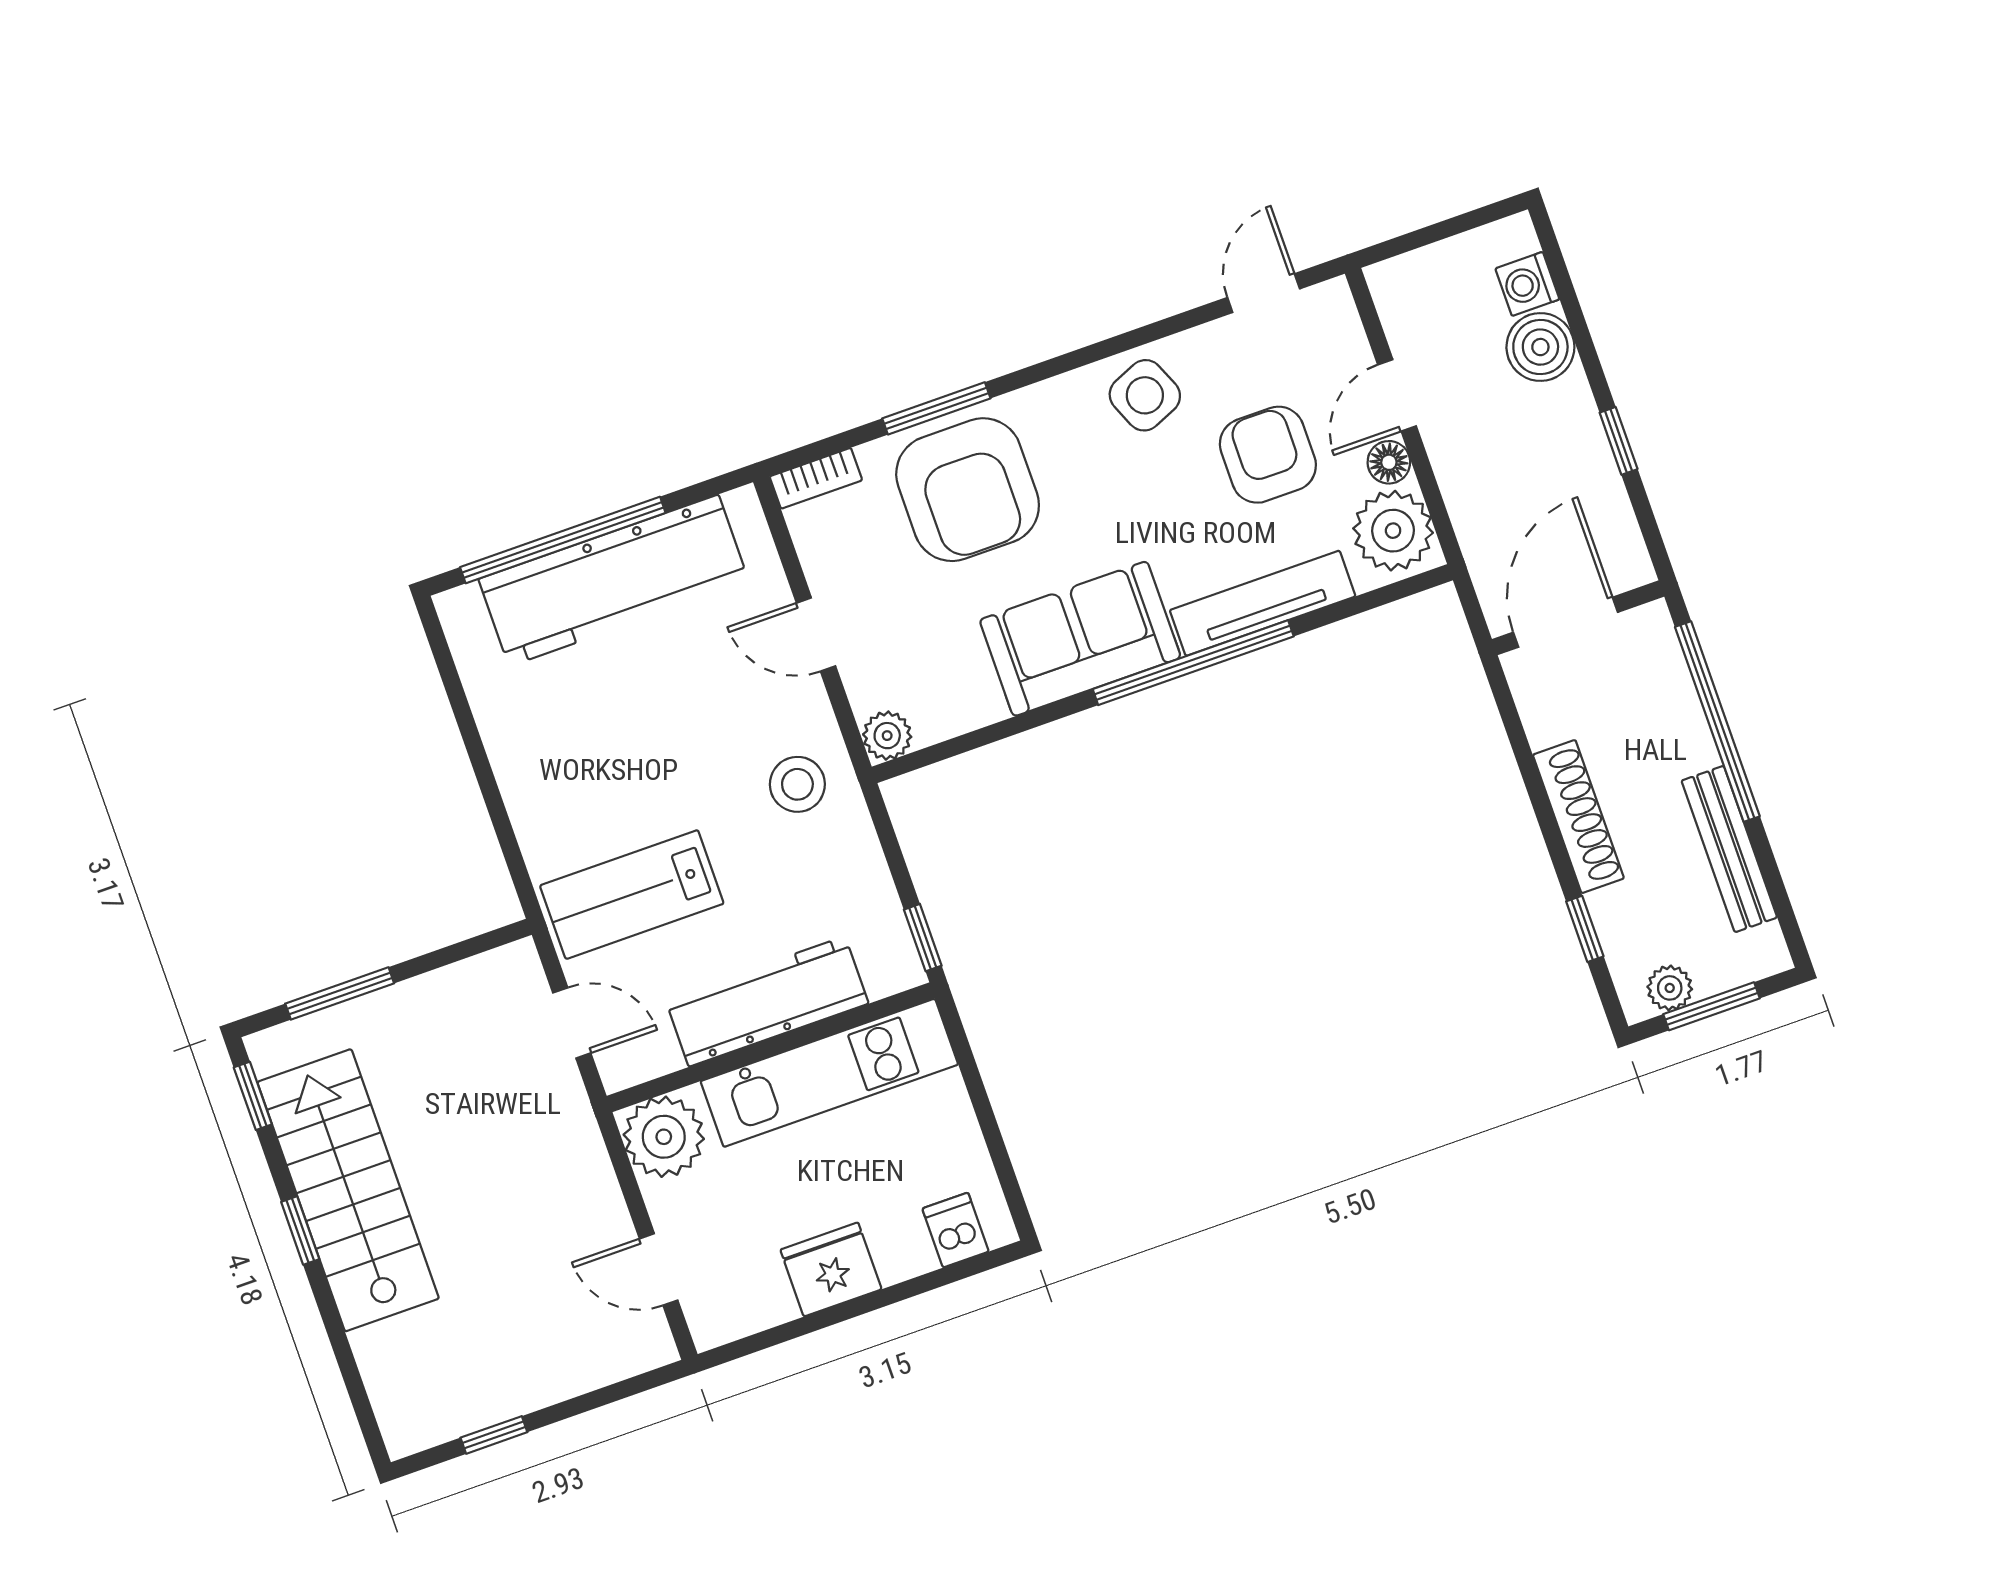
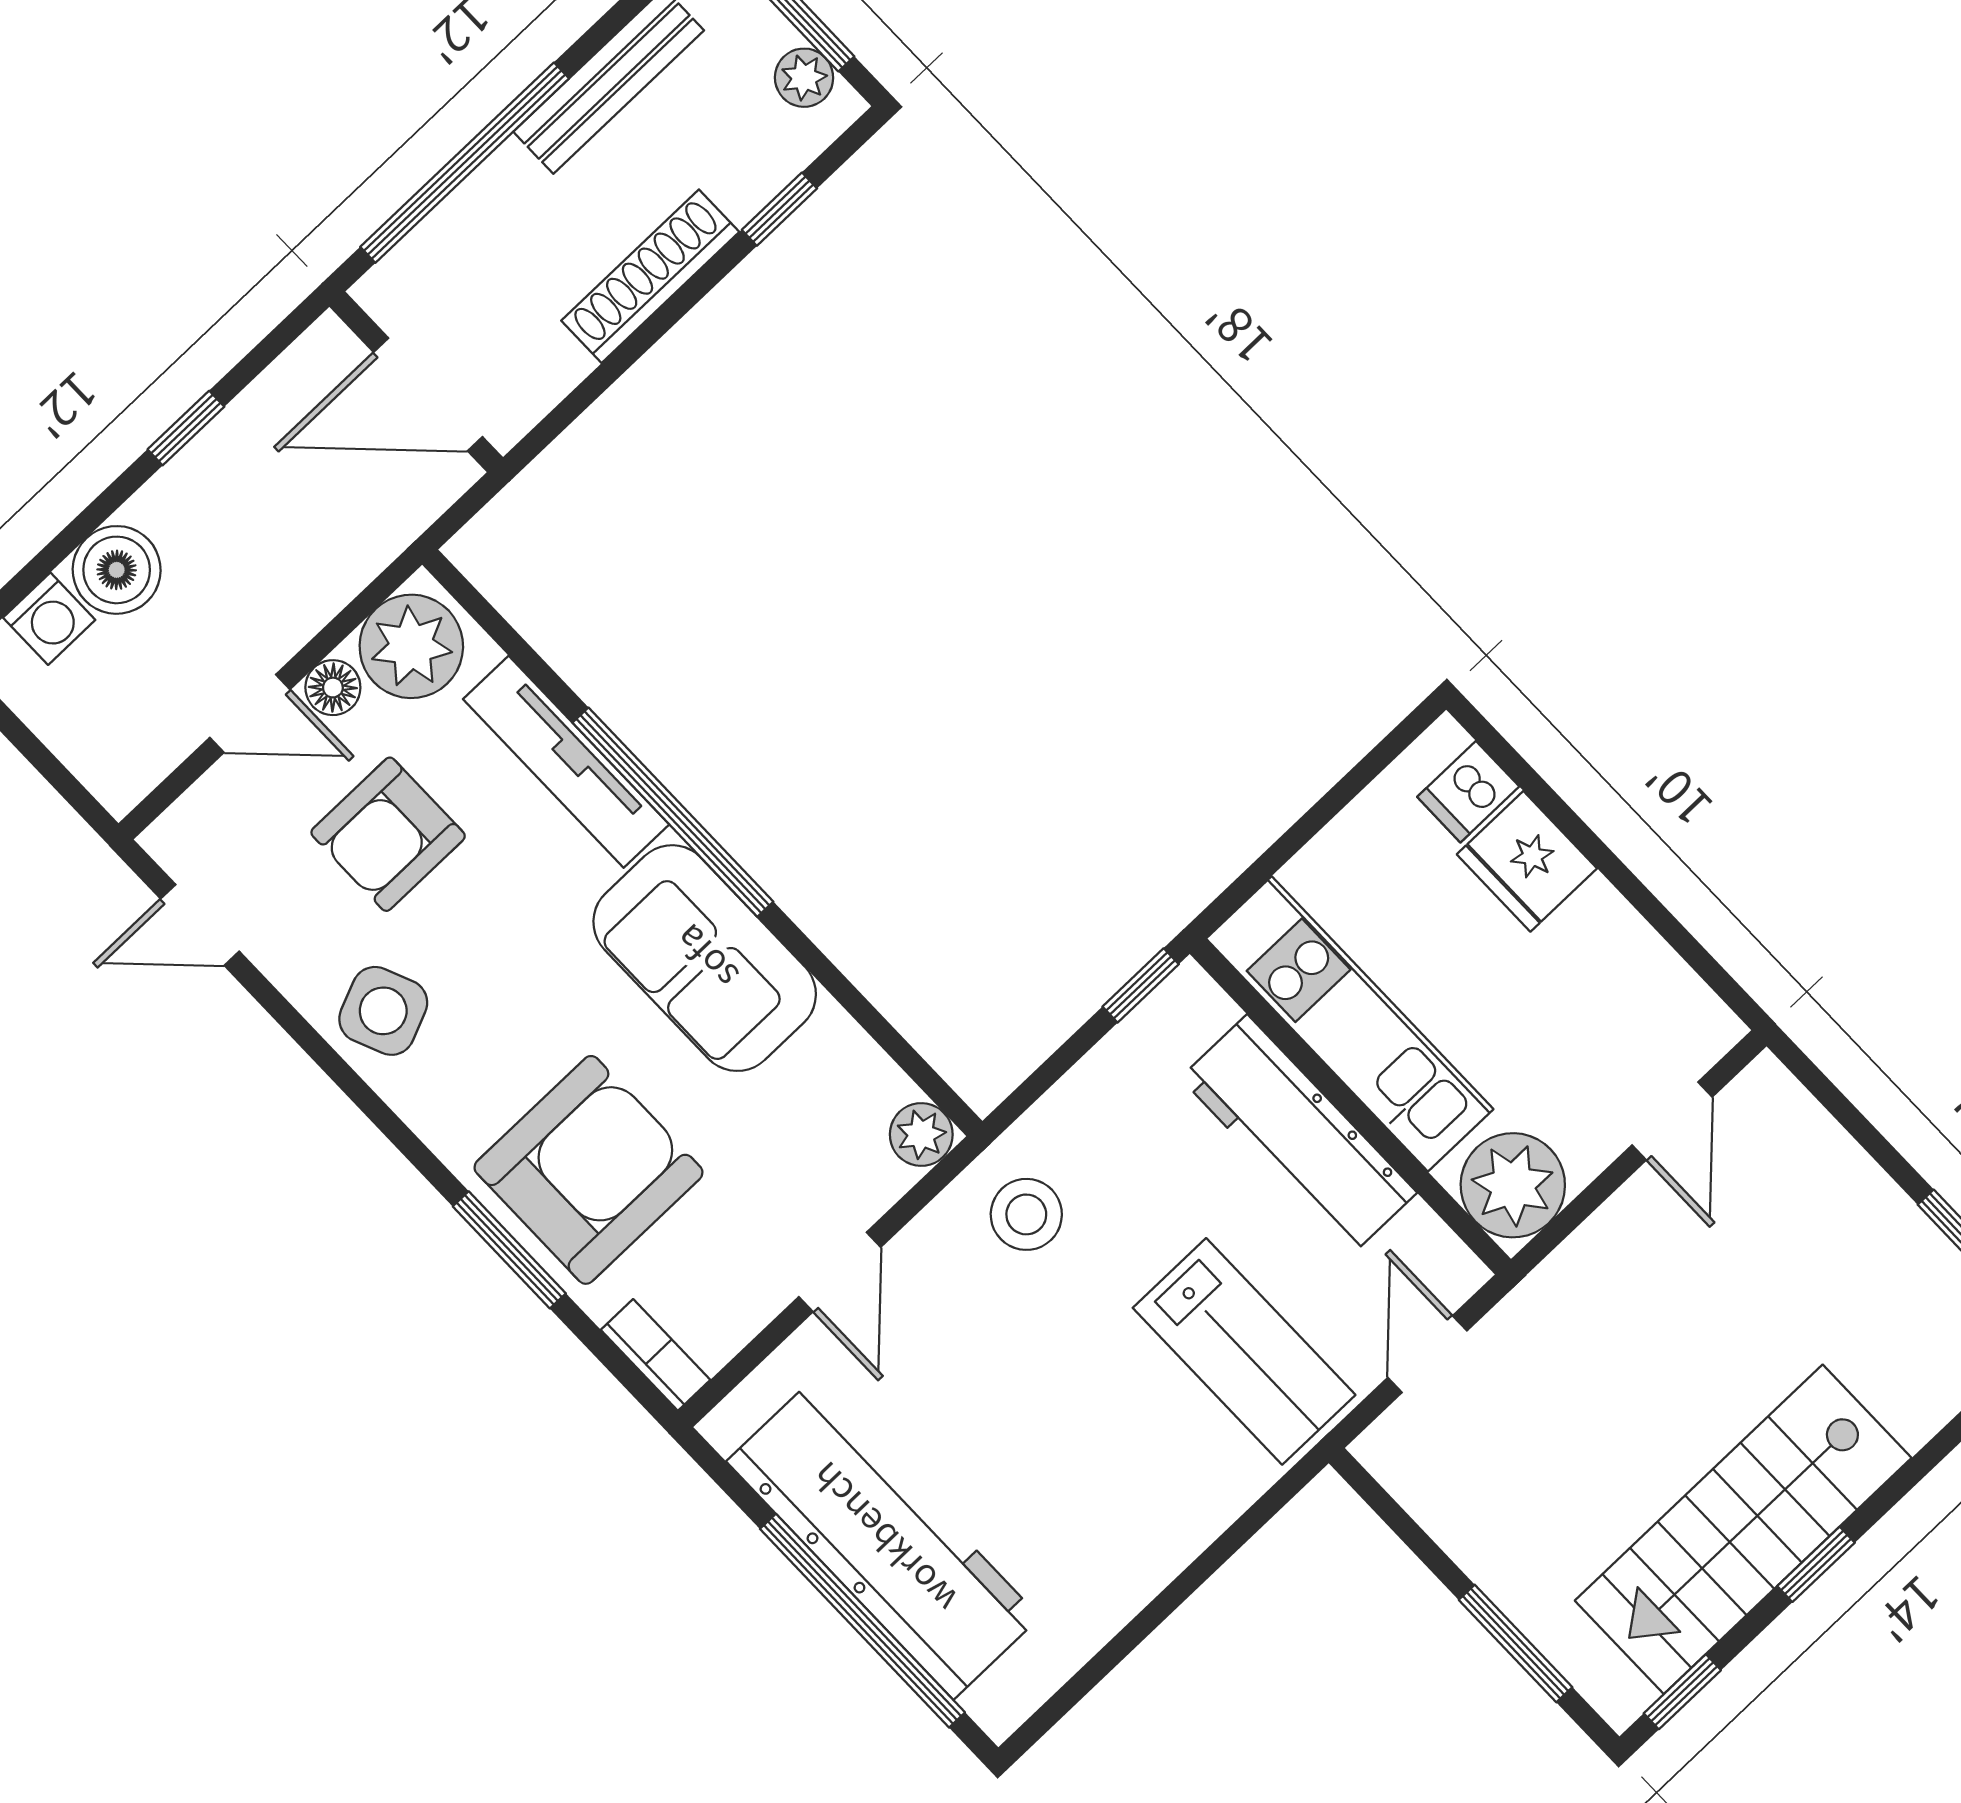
fridge: (831, 1269) -> (1527, 861), moved

